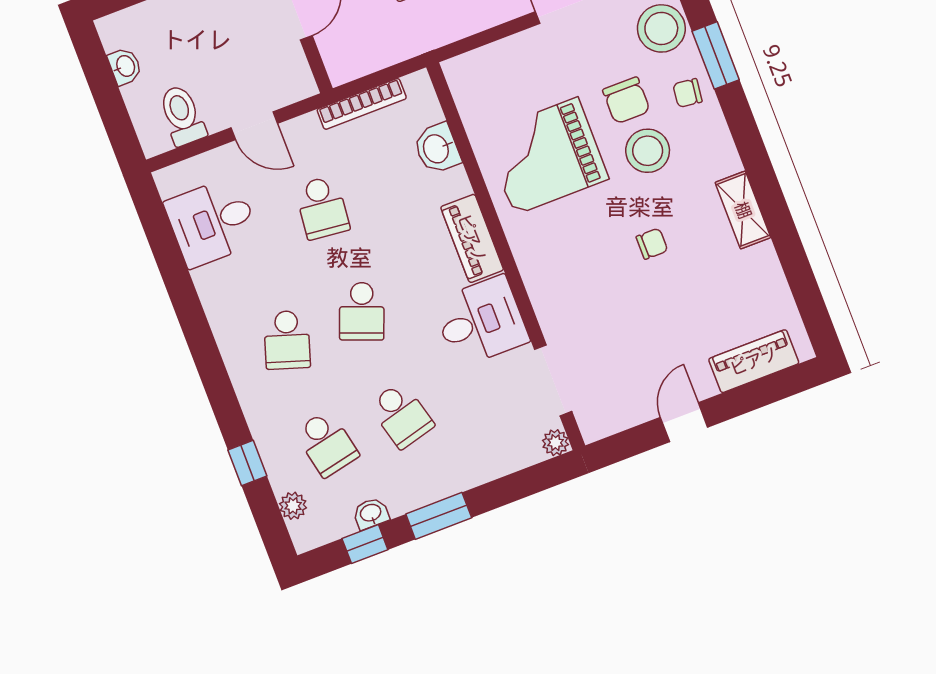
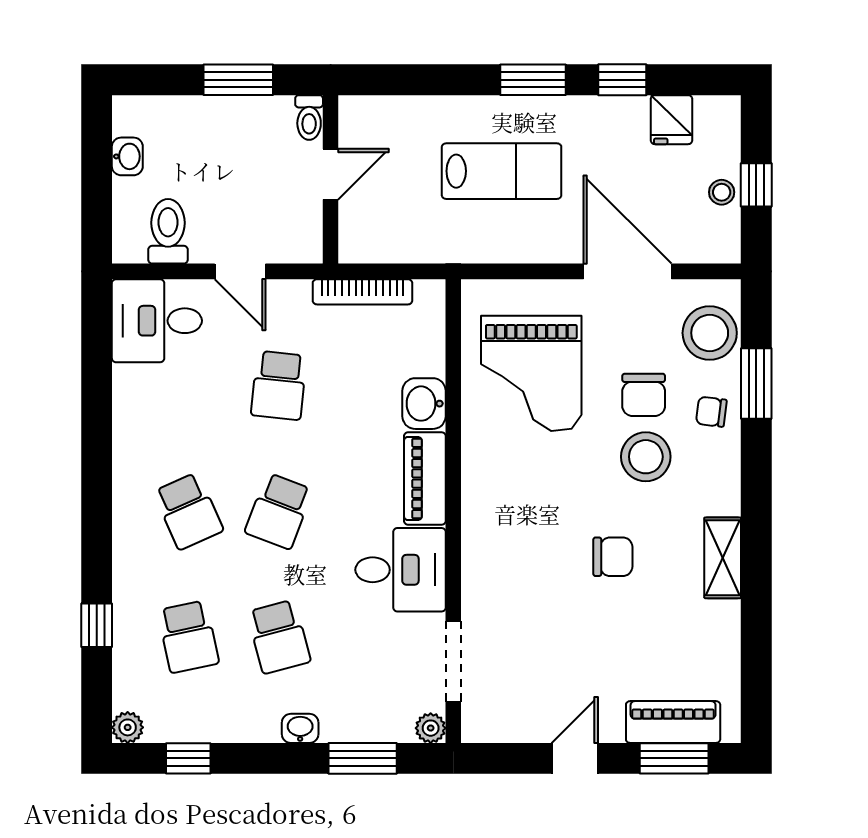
washbasin: (437, 148) -> (424, 404), moved
grand piano: (546, 156) -> (531, 373), moved, turned -90
desk: (212, 222) -> (157, 321), moved
chair: (652, 244) -> (613, 557), width x1.37, depth x1.37
school desk: (287, 340) -> (188, 511), turned -42
window: (766, 391) -> (674, 758), added
plant: (293, 506) -> (128, 727), moved
washbasin: (371, 513) -> (300, 728), moved
window: (439, 516) -> (363, 758), moved

